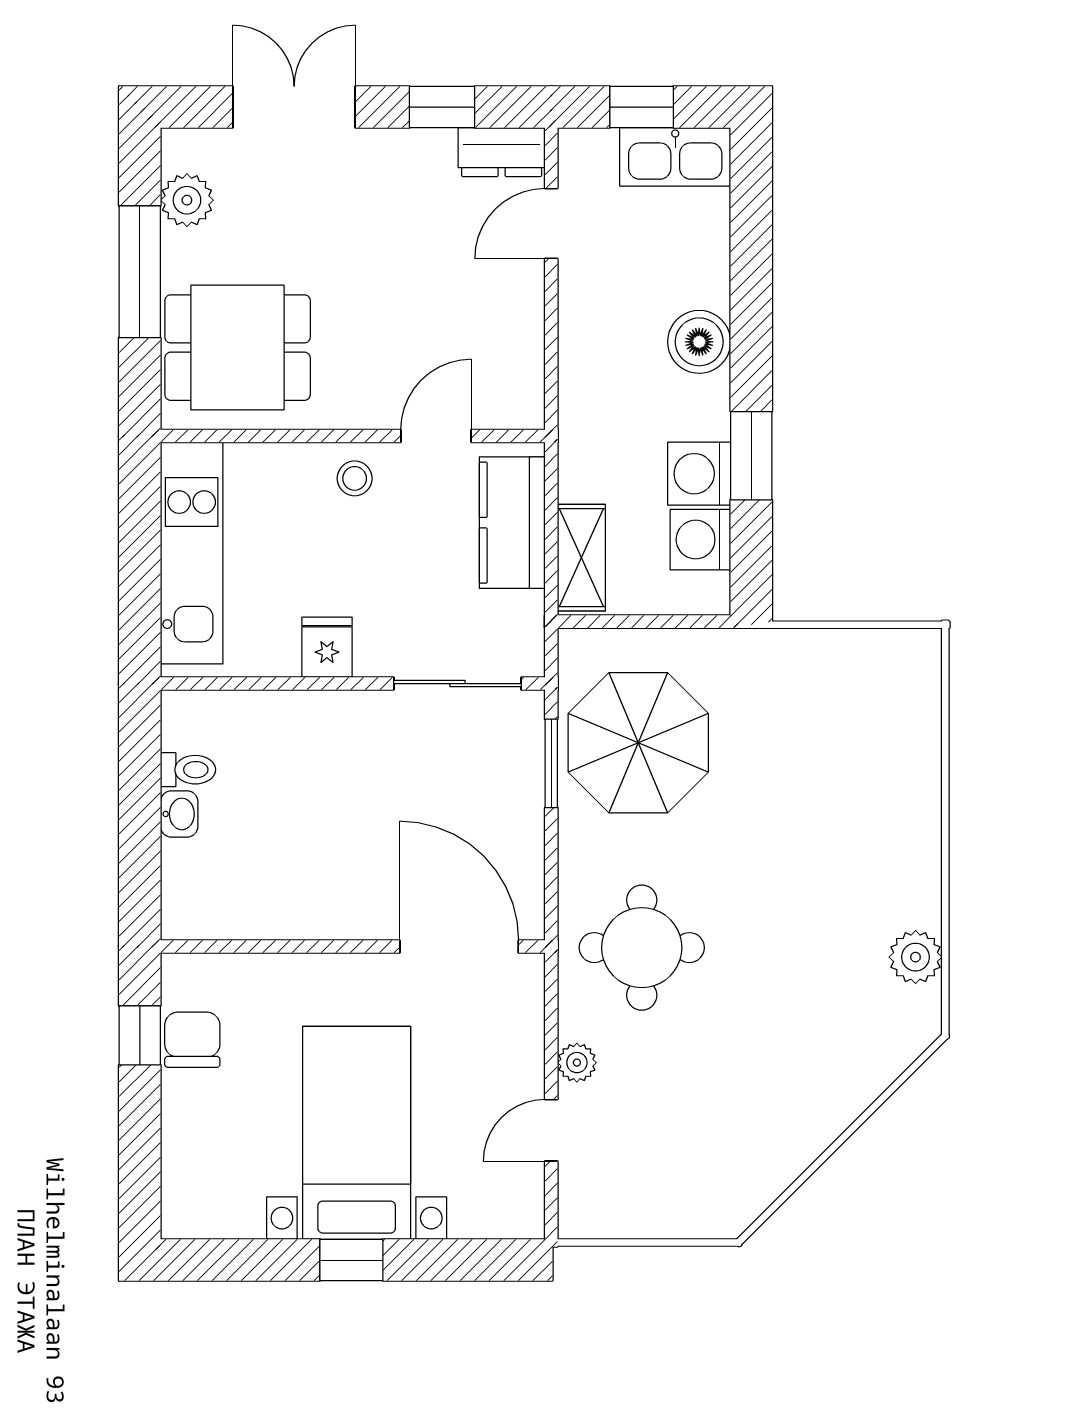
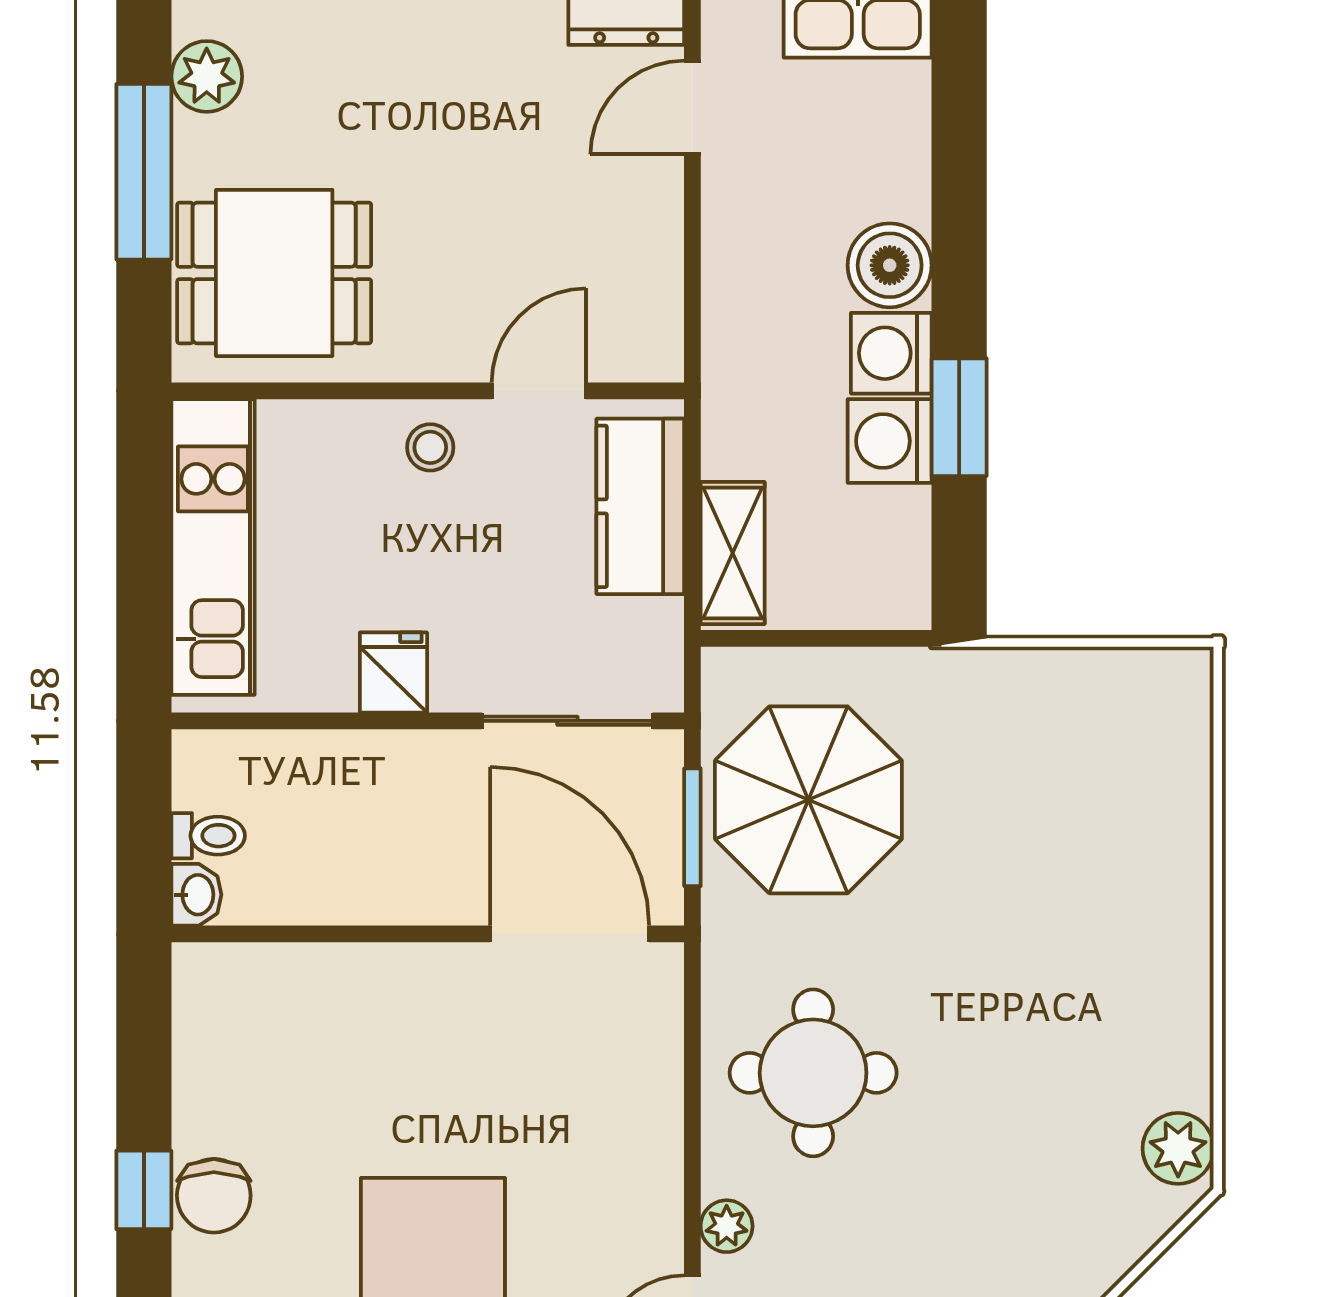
washing machine: (700, 540) -> (891, 353), moved
wall: (353, 947) -> (428, 934), moved
door: (459, 947) -> (570, 934), moved
plant: (916, 957) -> (1178, 1148), moved
chair: (192, 1040) -> (214, 1196), turned 180

